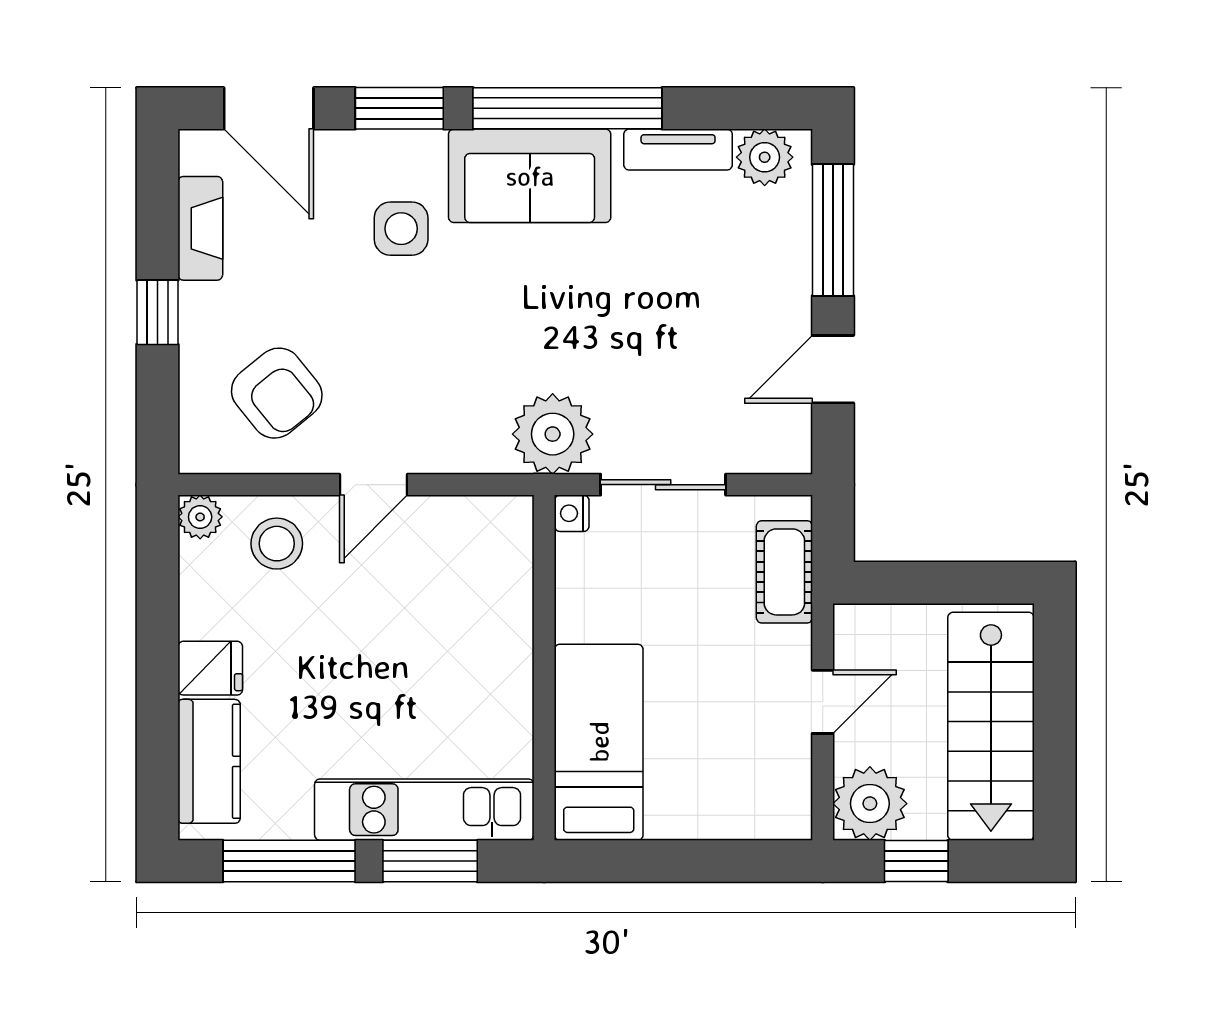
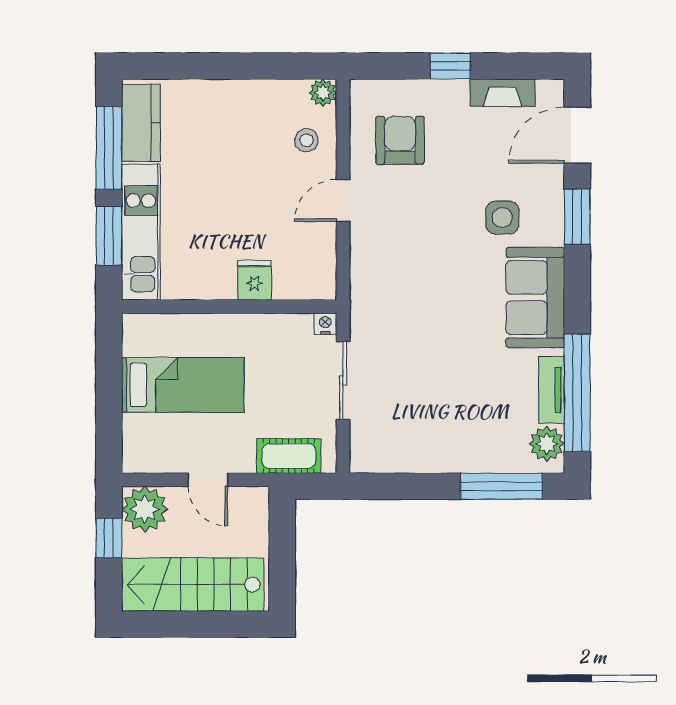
window: (567, 108) -> (577, 393), moved
door: (833, 369) -> (415, 486), removed
armchair: (277, 393) -> (400, 140), turned 129
plant: (553, 434) -> (375, 312), removed
door: (373, 485) -> (343, 200), hinge flipped
stool: (277, 544) -> (306, 140), width x0.73, depth x0.73
fridge: (210, 668) -> (254, 280), moved, turned 180
bed: (599, 742) -> (183, 385), moved
kitchen counter: (209, 761) -> (141, 123), moved, turned -90

